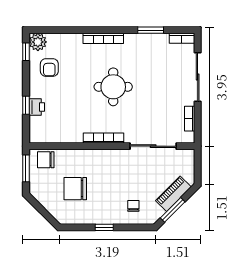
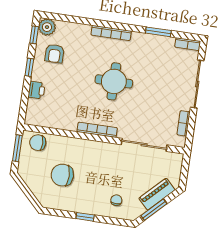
window: (26, 105) -> (29, 67), moved

